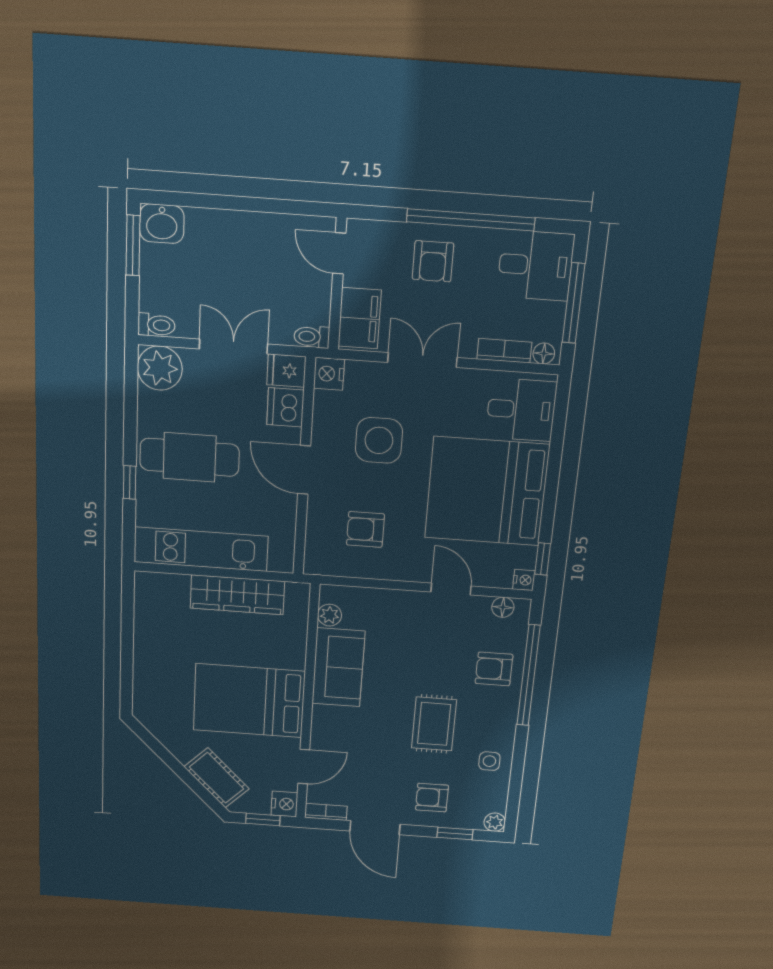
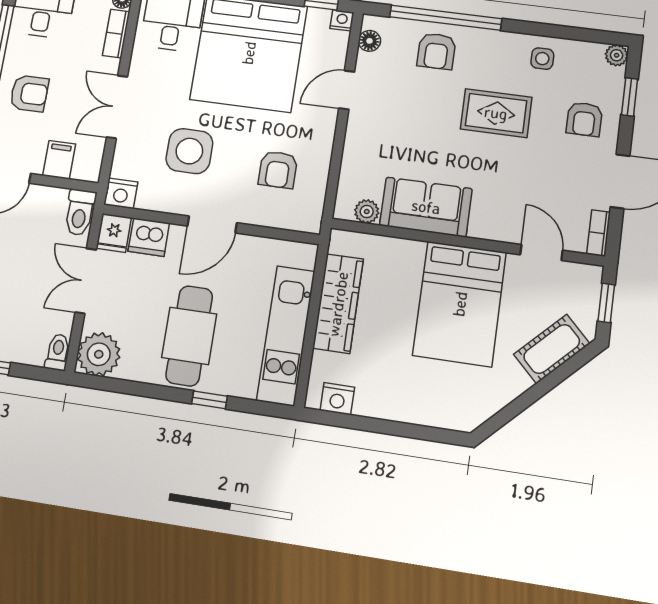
filing cabinet: (360, 318) -> (59, 160), width x0.50
toilet: (312, 337) -> (80, 212), width x1.37, depth x1.39
nightstand: (284, 804) -> (337, 399), moved, turned 180

